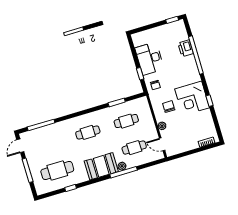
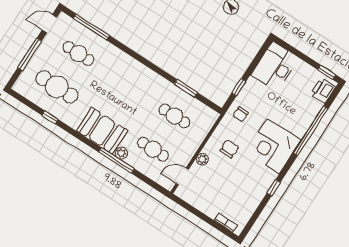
printer: (186, 48) -> (323, 91), moved
desk: (150, 59) -> (275, 66), moved
corner desk: (192, 98) -> (273, 146), moved
cafe table: (88, 132) -> (78, 54), moved
door: (162, 144) -> (182, 176), hinge flipped

